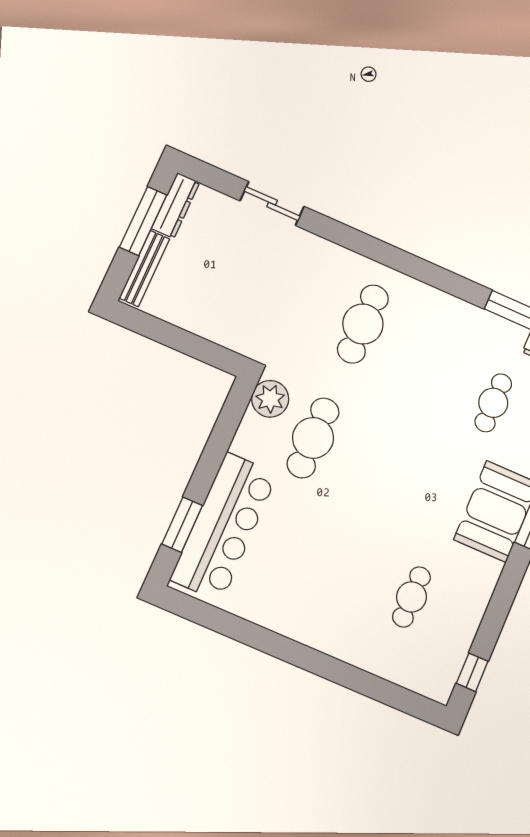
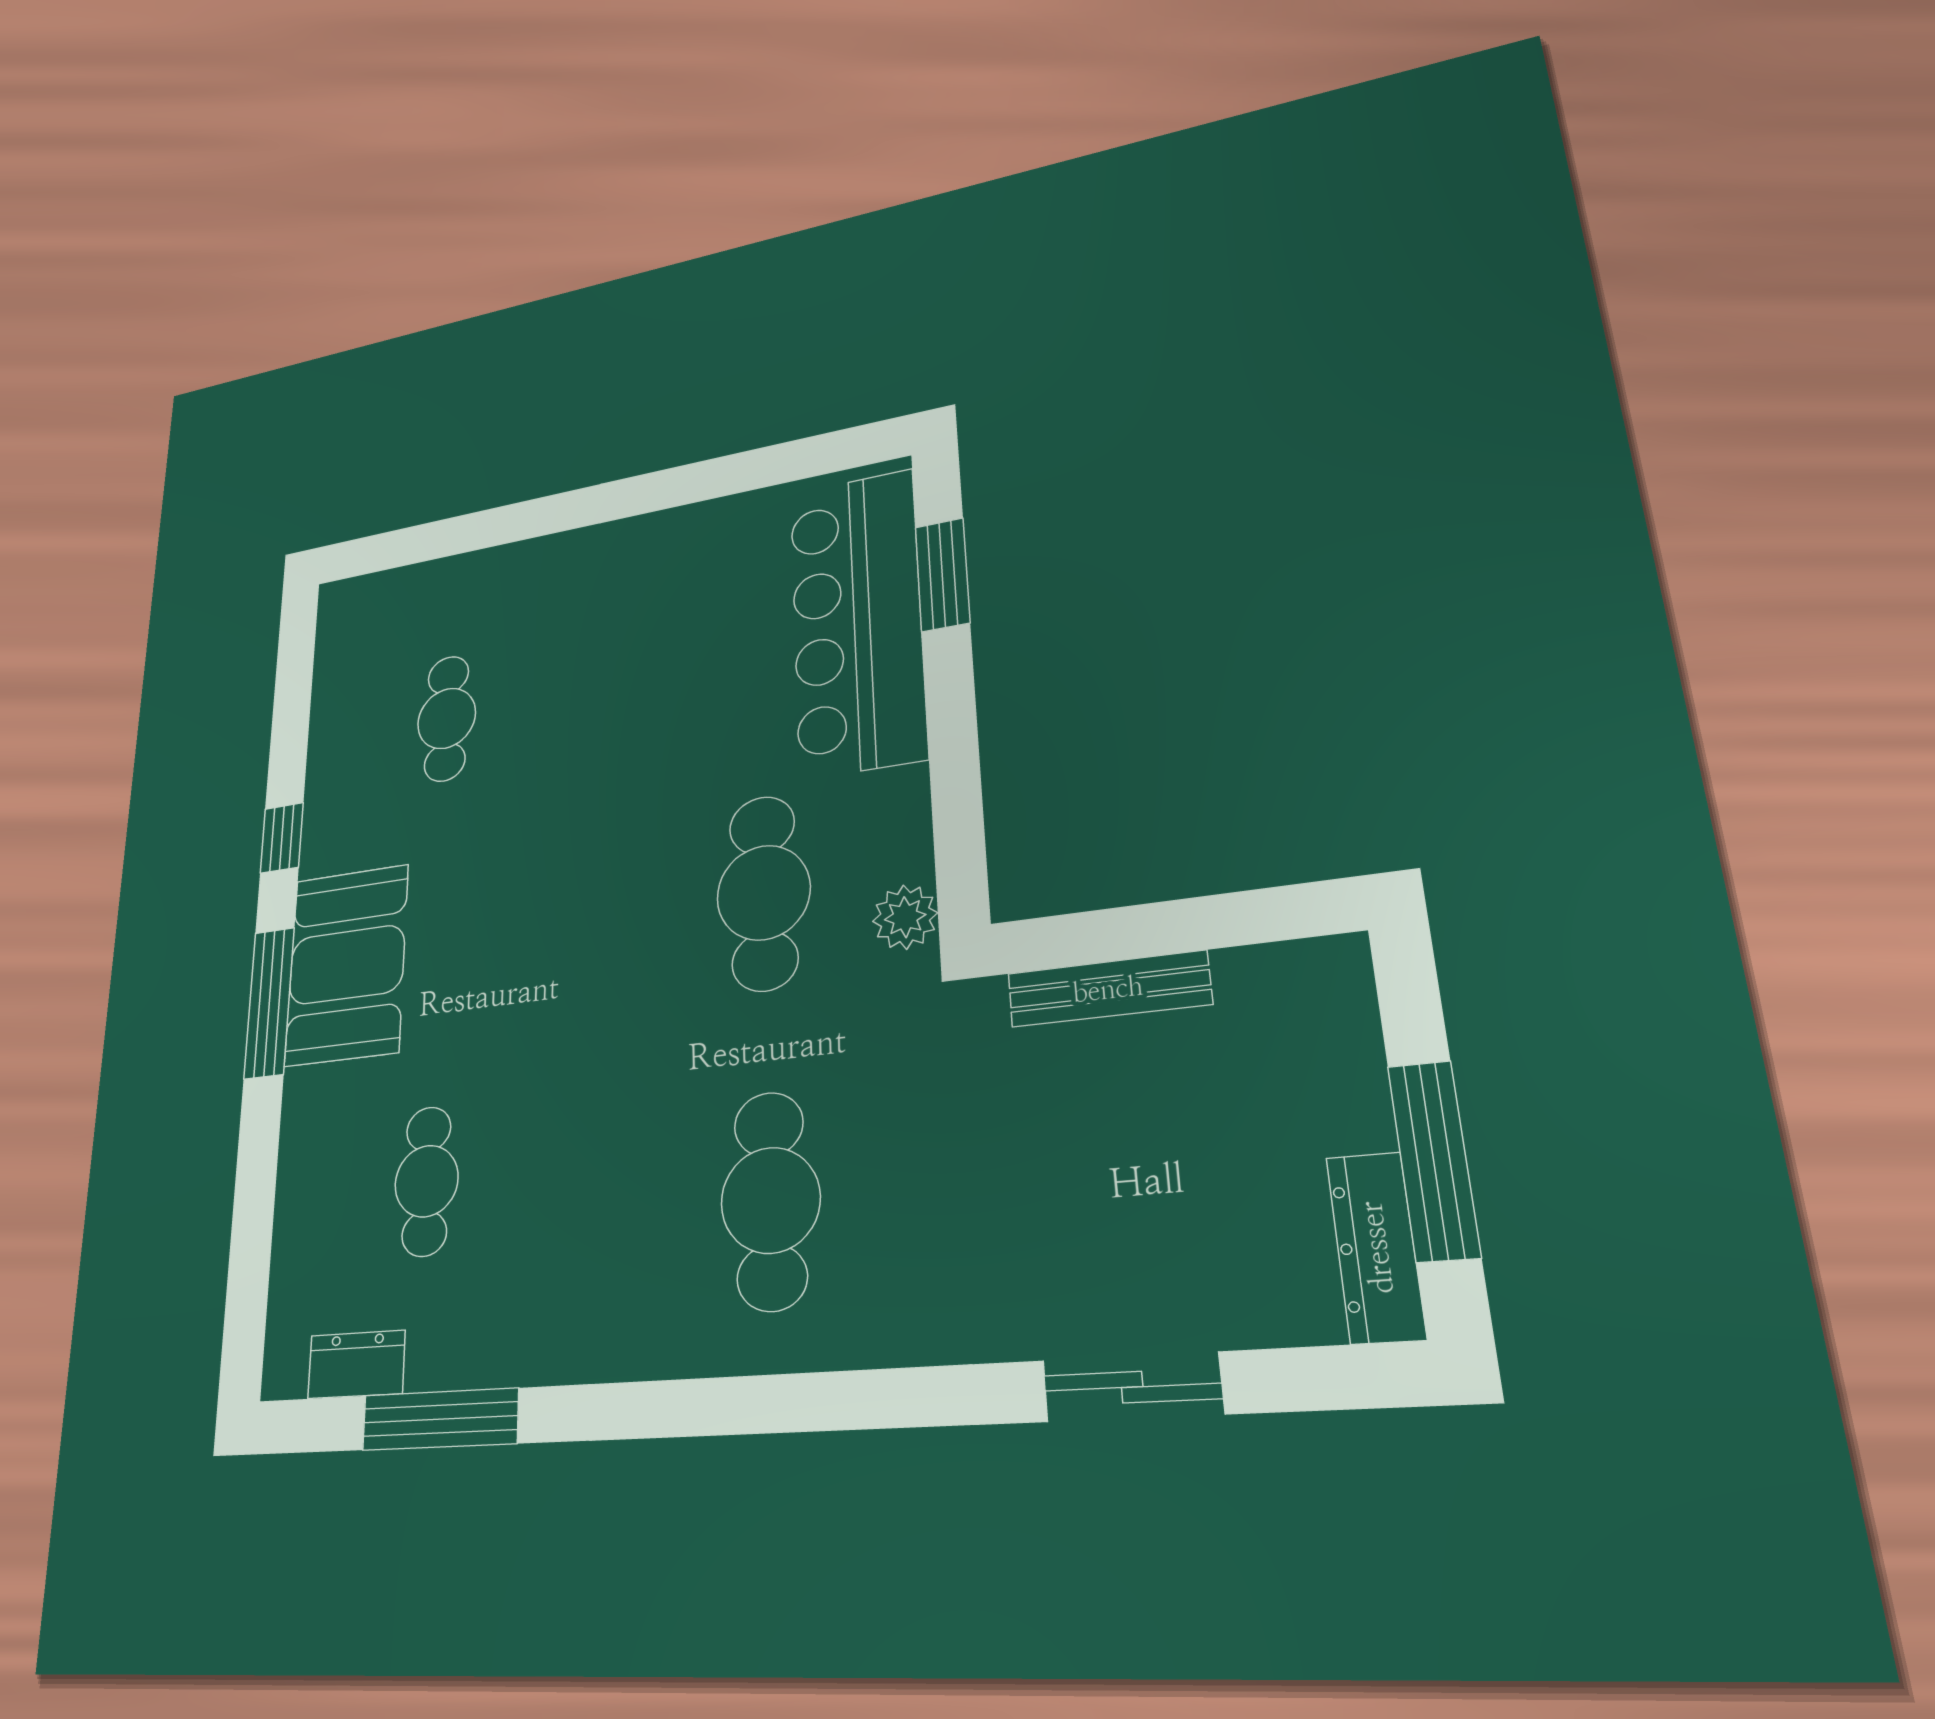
bench: (144, 268) -> (1108, 989), moved, turned 90
plant: (270, 399) -> (905, 917), width x0.73, depth x0.73
window: (472, 672) -> (282, 838), moved

